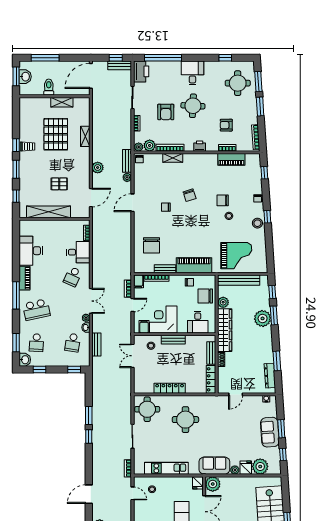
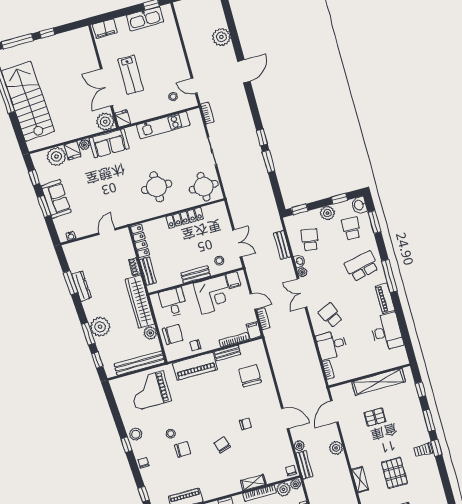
pallet: (56, 134) -> (394, 473), width x0.73, depth x0.71
door: (132, 203) -> (285, 418), hinge flipped
school desk: (73, 277) -> (331, 315), turned -48
door: (132, 305) -> (253, 301), swing flipped
plant: (52, 360) -> (327, 213), added
dresser: (270, 376) -> (82, 286), moved

